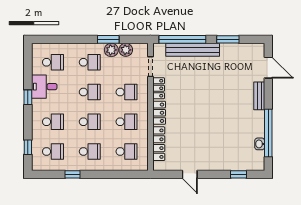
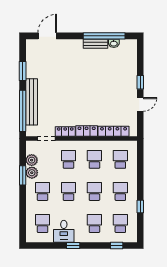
bench: (259, 96) -> (95, 44), moved
window: (239, 174) -> (140, 82), moved

